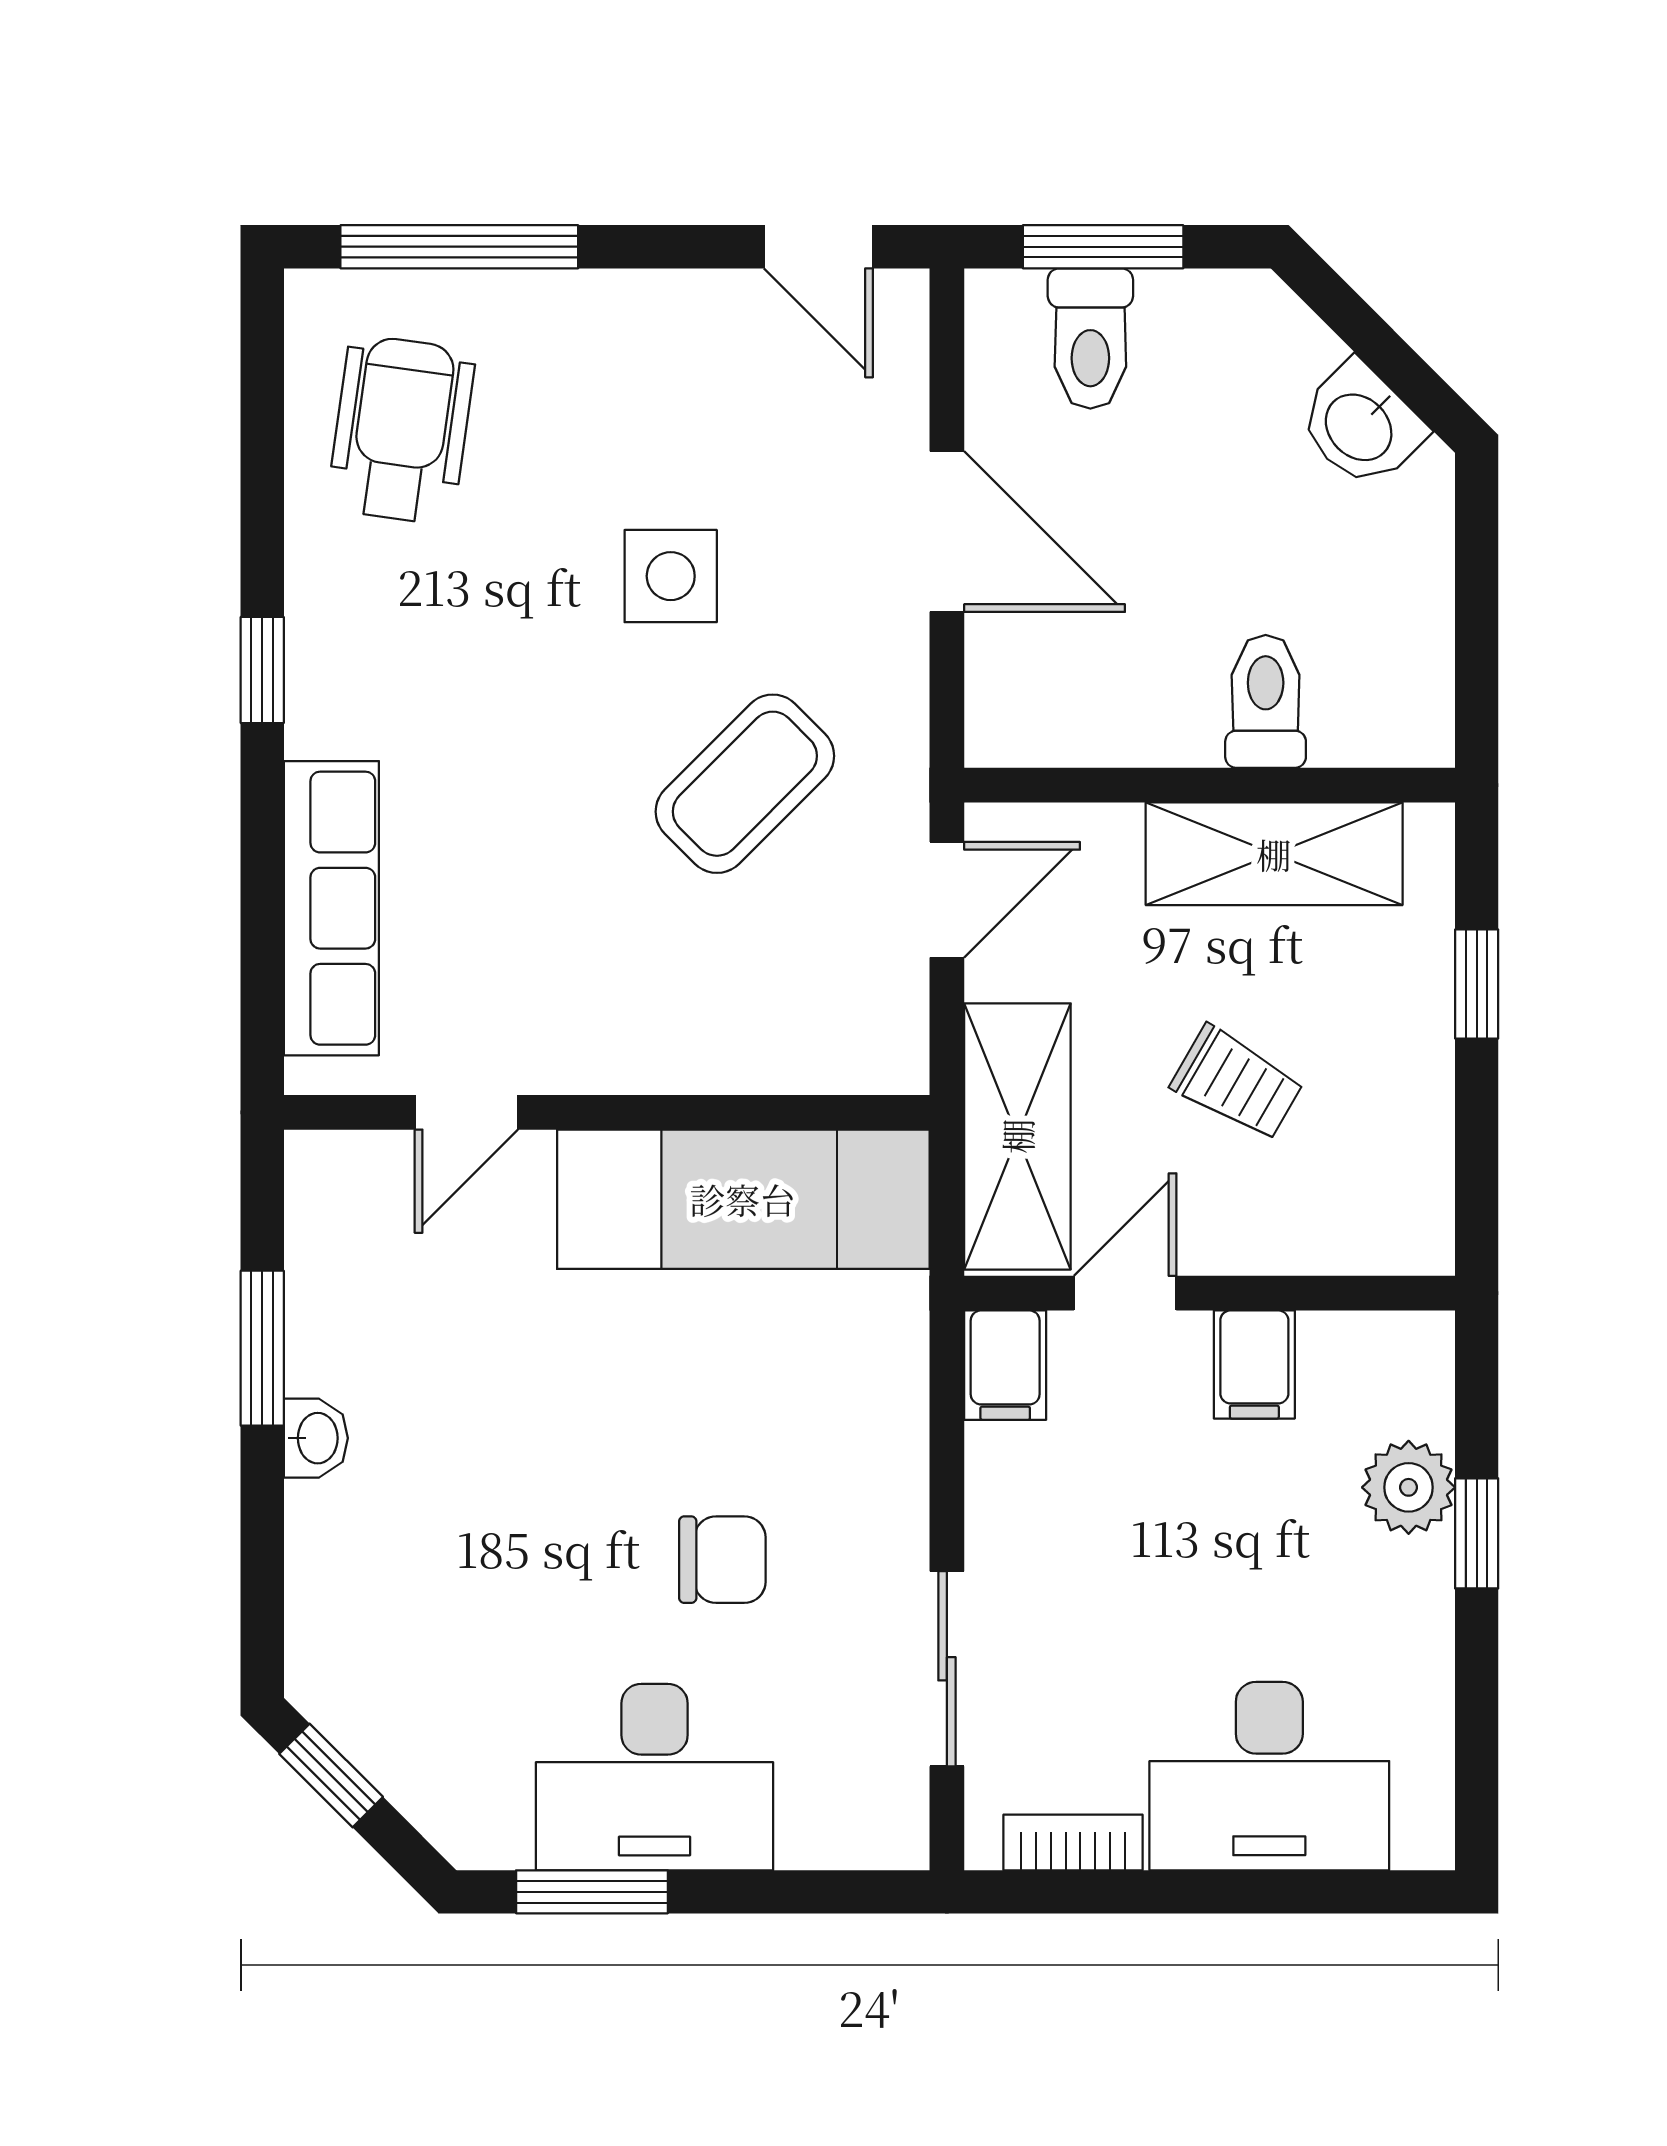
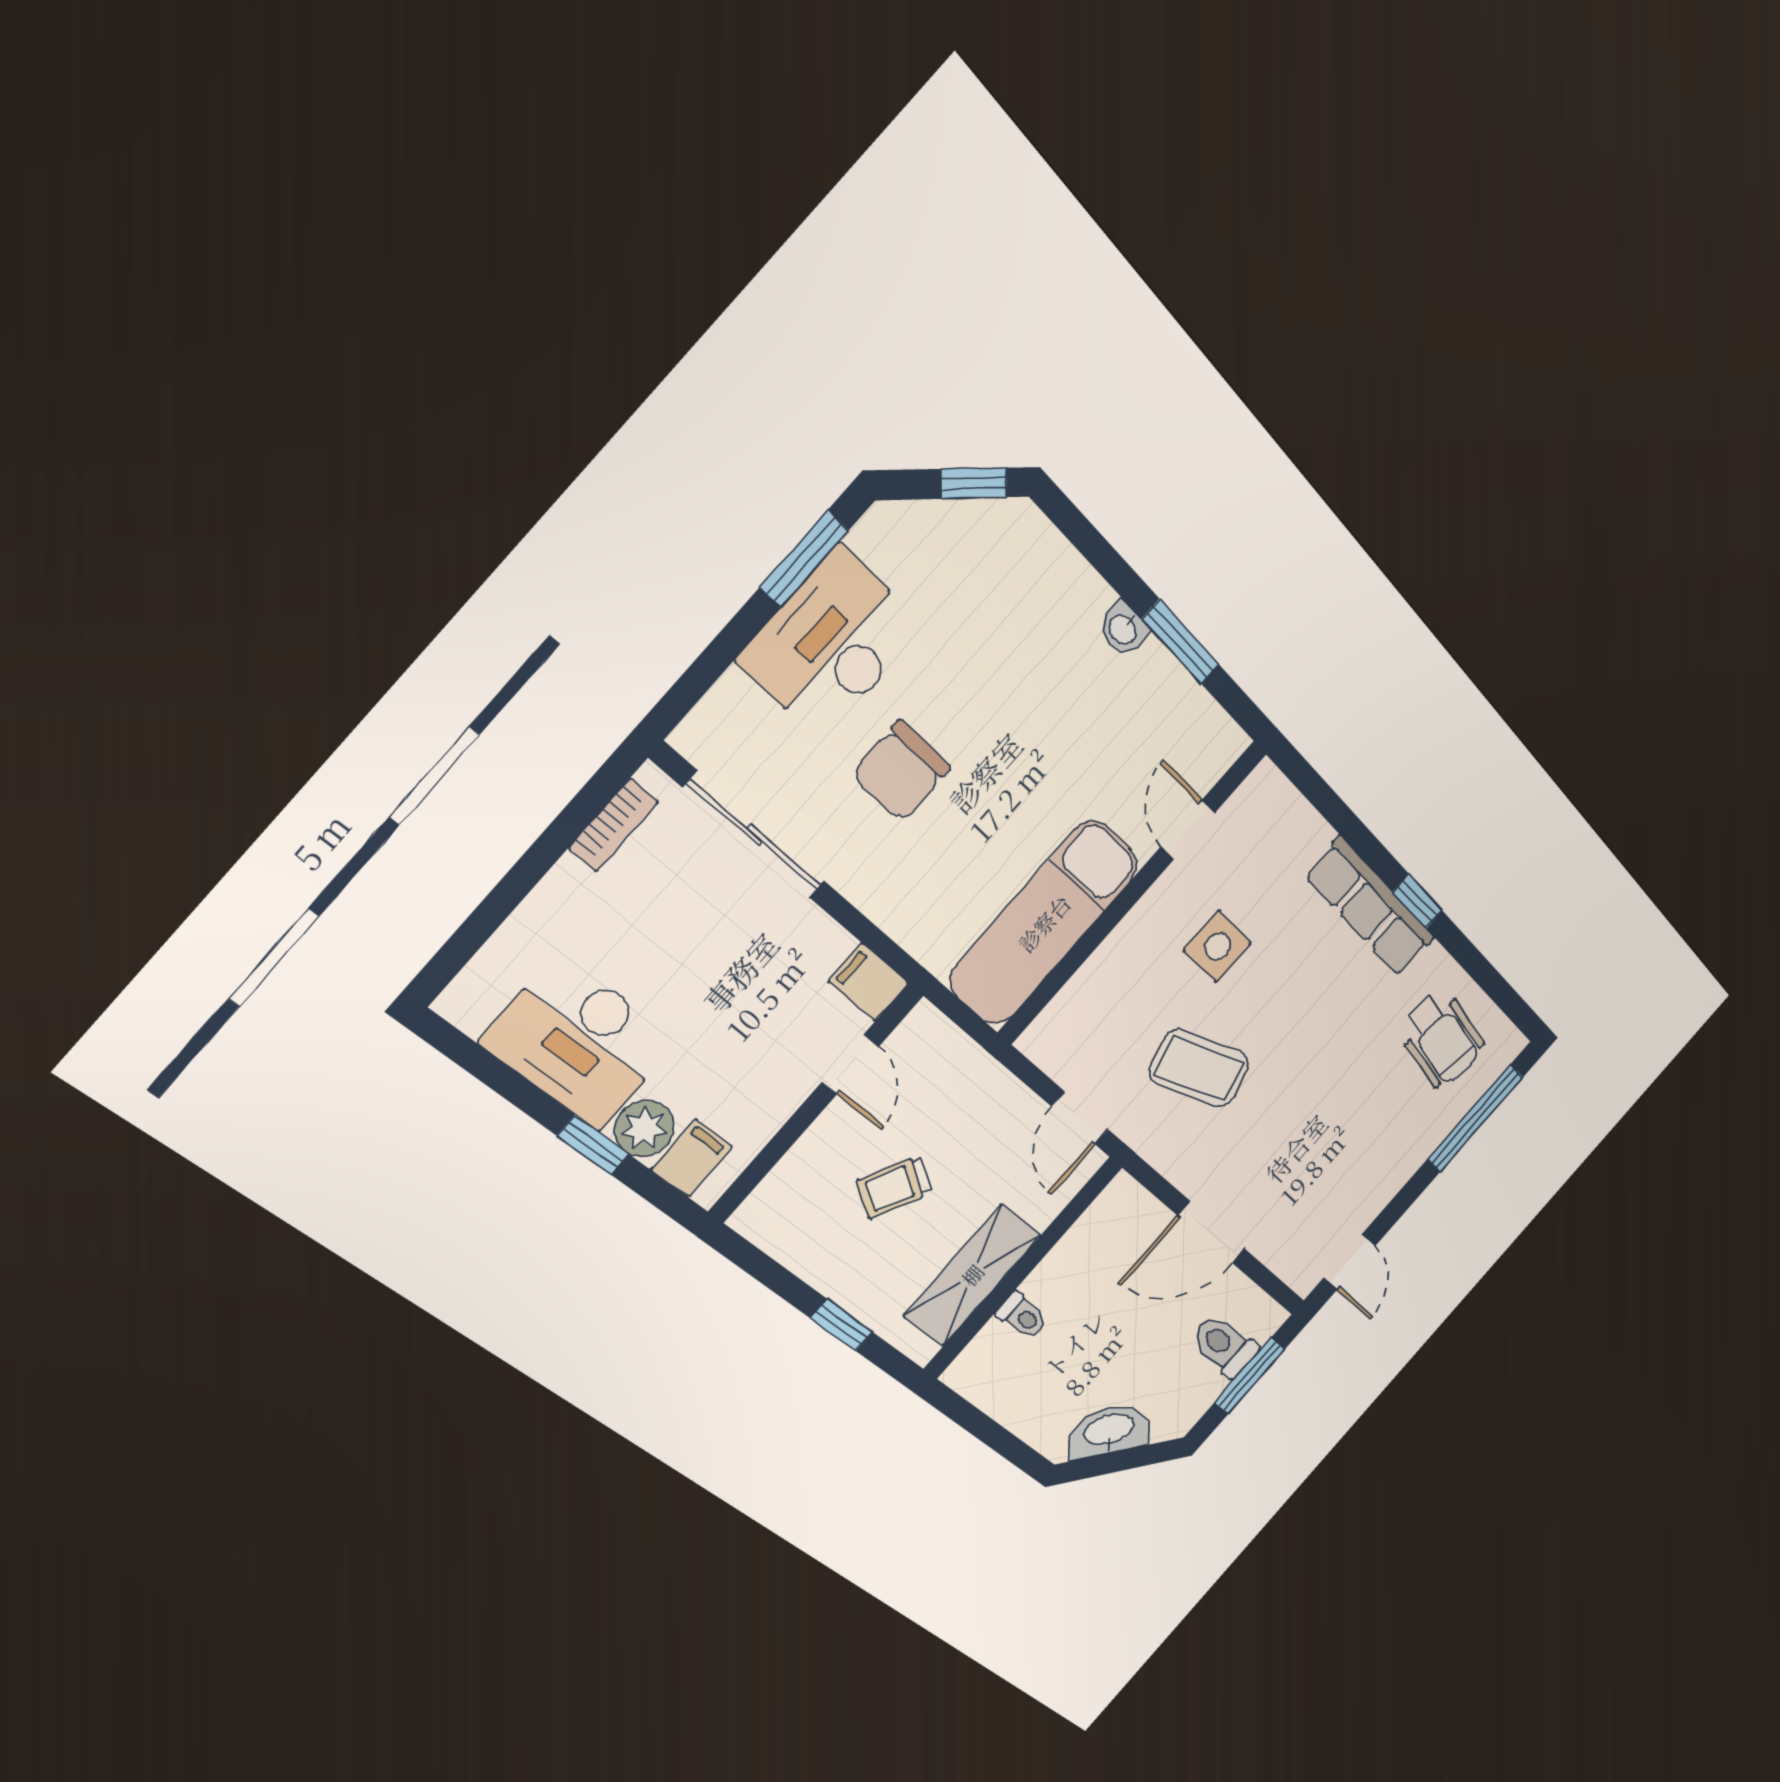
door: (818, 247) -> (1350, 1262), swing flipped
washbasin: (1361, 425) -> (1109, 1431), width x1.38
side table: (671, 576) -> (1217, 947), moved
toilet: (1266, 701) -> (1022, 1316), width x0.73, depth x0.72
coffee table: (745, 784) -> (1199, 1068), turned -64
row of seats: (331, 908) -> (1370, 907), moved
shelving: (1017, 1136) -> (960, 1070), removed
filing cabinet: (1254, 1364) -> (692, 1158), moved, turned 90
chair: (722, 1560) -> (901, 771), width x1.37, depth x1.37
sliding door: (947, 1669) -> (755, 835), width x1.37
desk: (1269, 1776) -> (579, 1042), moved, turned -90

